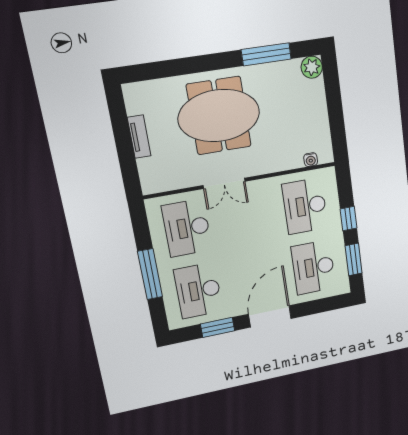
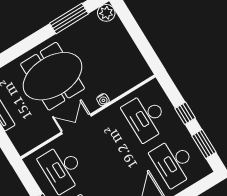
water cooler: (311, 160) -> (103, 100), moved
double door: (224, 183) -> (76, 124), swing flipped

